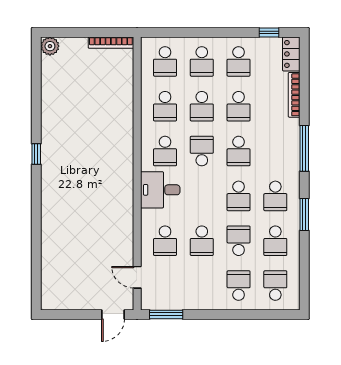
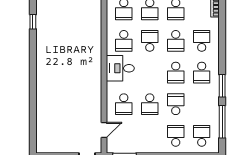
window: (304, 148) -> (222, 122), moved
window: (36, 154) -> (33, 22), moved
school desk: (275, 241) -> (202, 41), moved, turned 180
door: (137, 277) -> (104, 130), swing flipped

